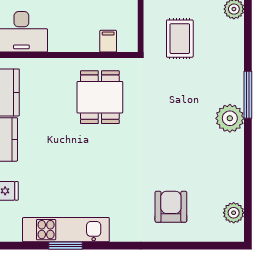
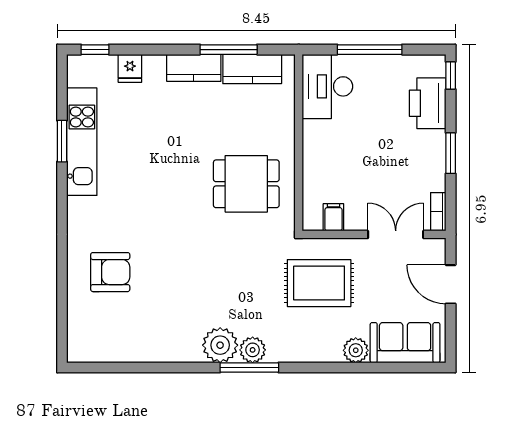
rug: (180, 39) -> (319, 283), width x1.36, depth x1.43
filing cabinet: (108, 41) -> (333, 217), moved, turned -90
plant: (234, 213) -> (253, 350), moved

